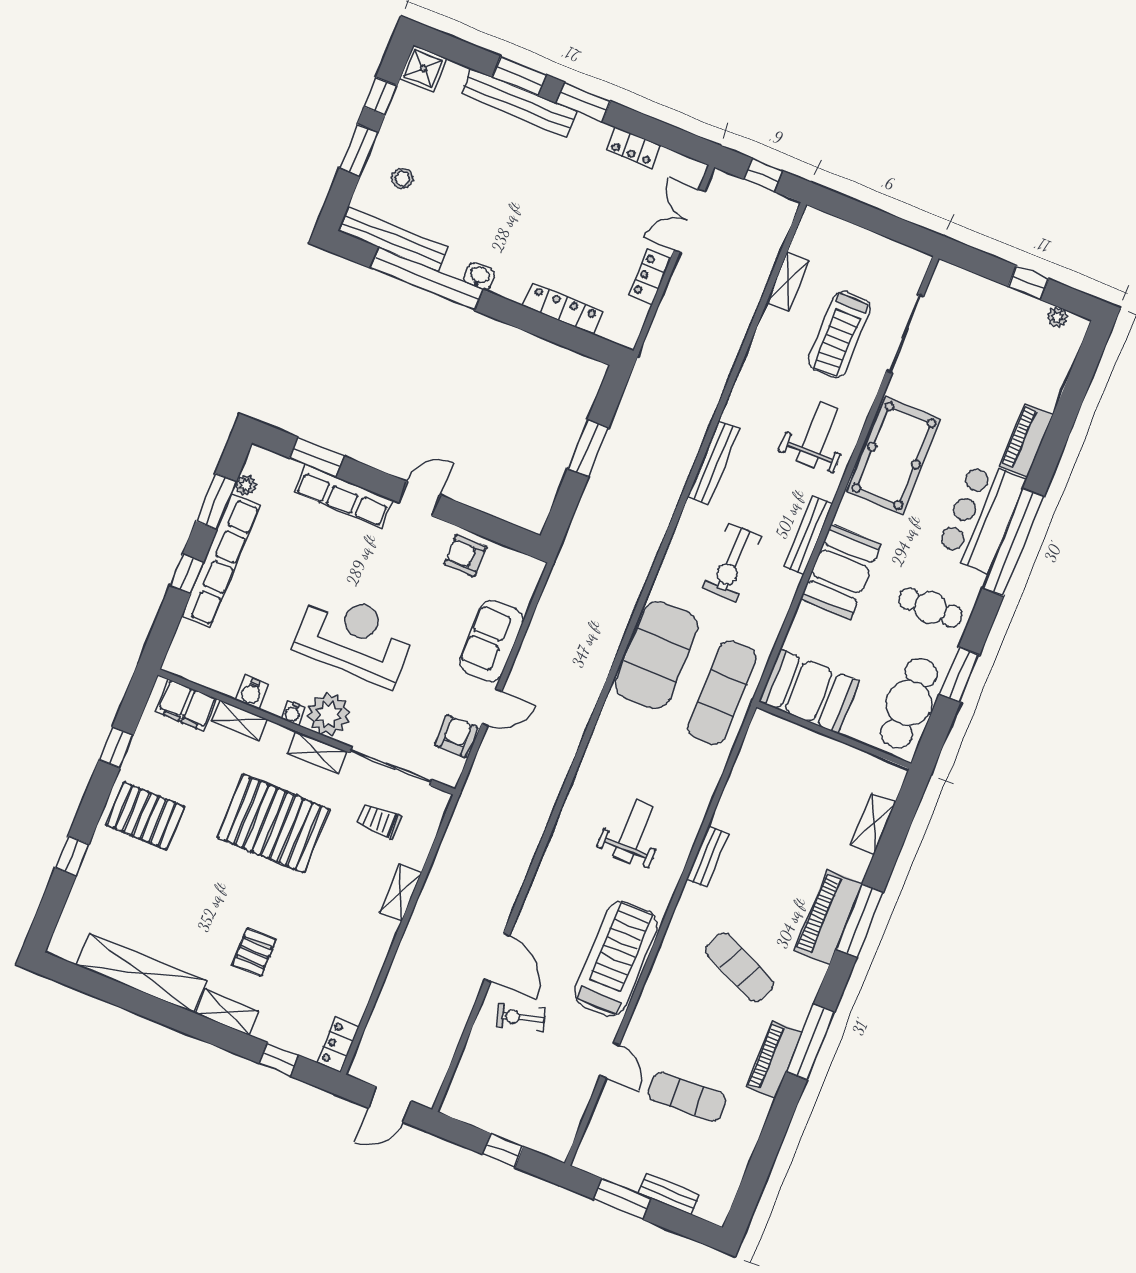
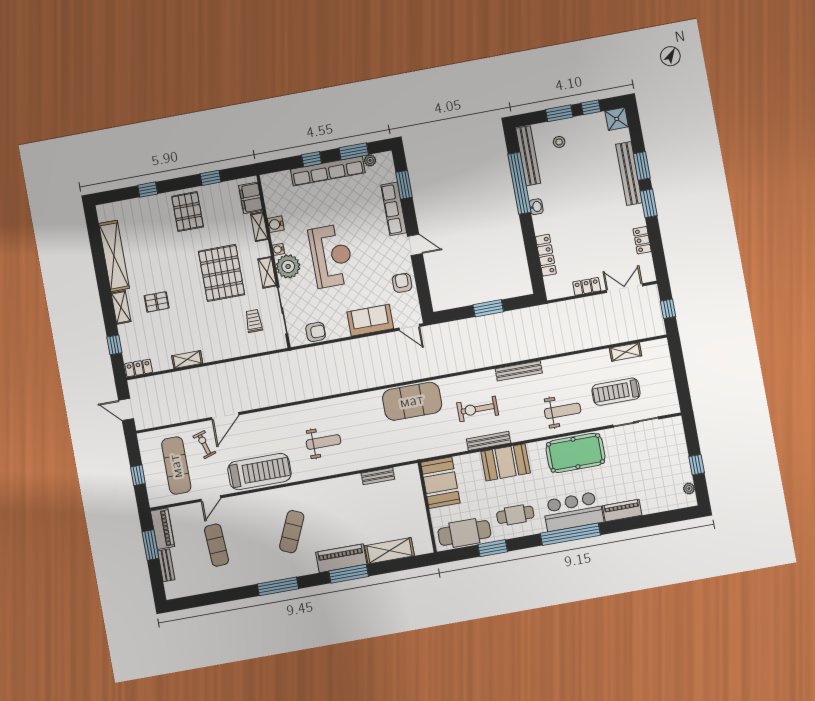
bench: (808, 535) -> (489, 441), moved
cafe table: (930, 608) -> (515, 515), turned 90
exercise mat: (722, 693) -> (176, 466), moved, turned 90
door: (492, 707) -> (409, 327), moved
shelving: (873, 824) -> (390, 551), width x1.50, depth x1.33
bench: (708, 856) -> (378, 476), moved
shelving: (401, 893) -> (187, 360), moved
piano: (774, 1060) -> (162, 529), moved, turned 90

